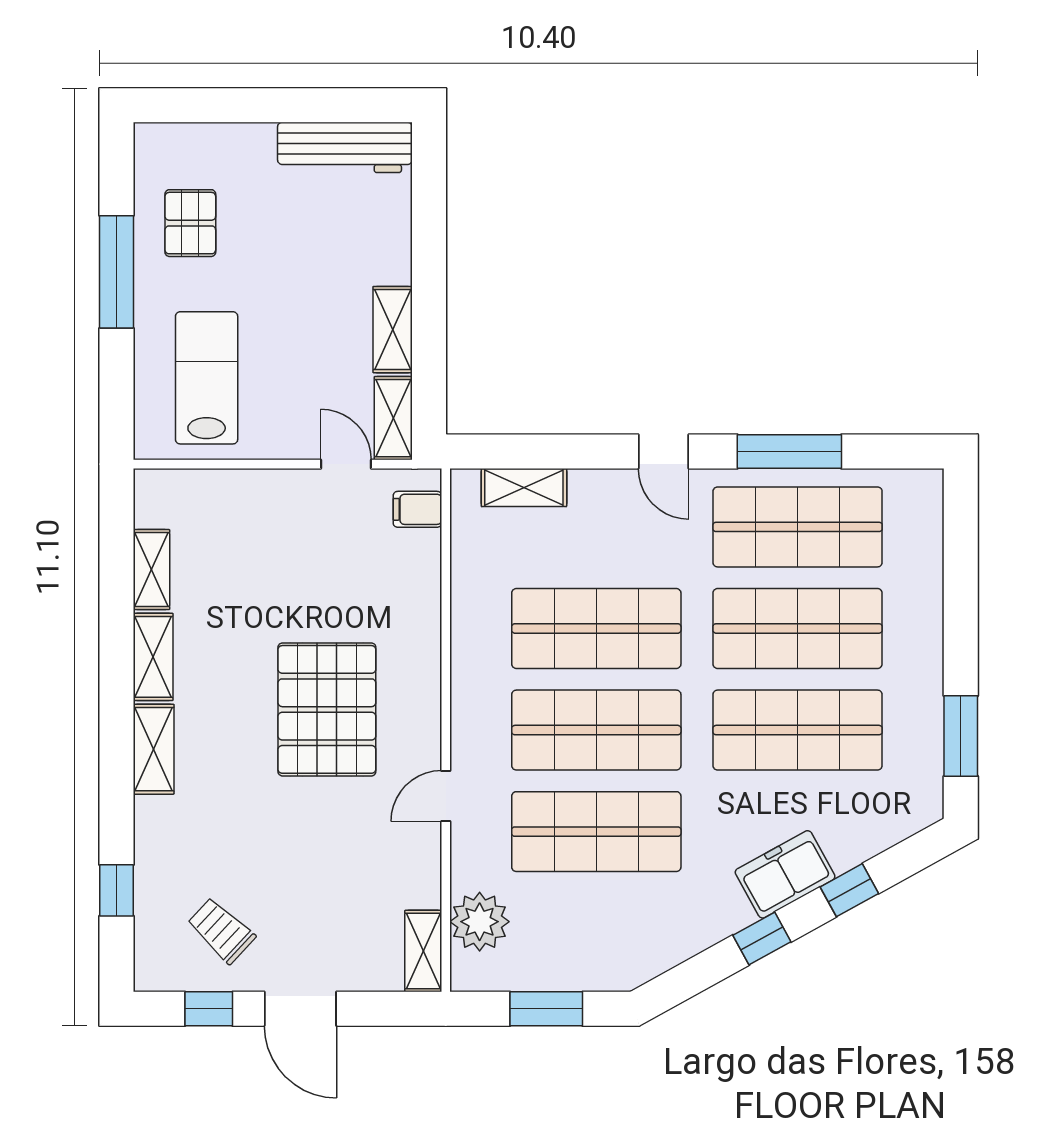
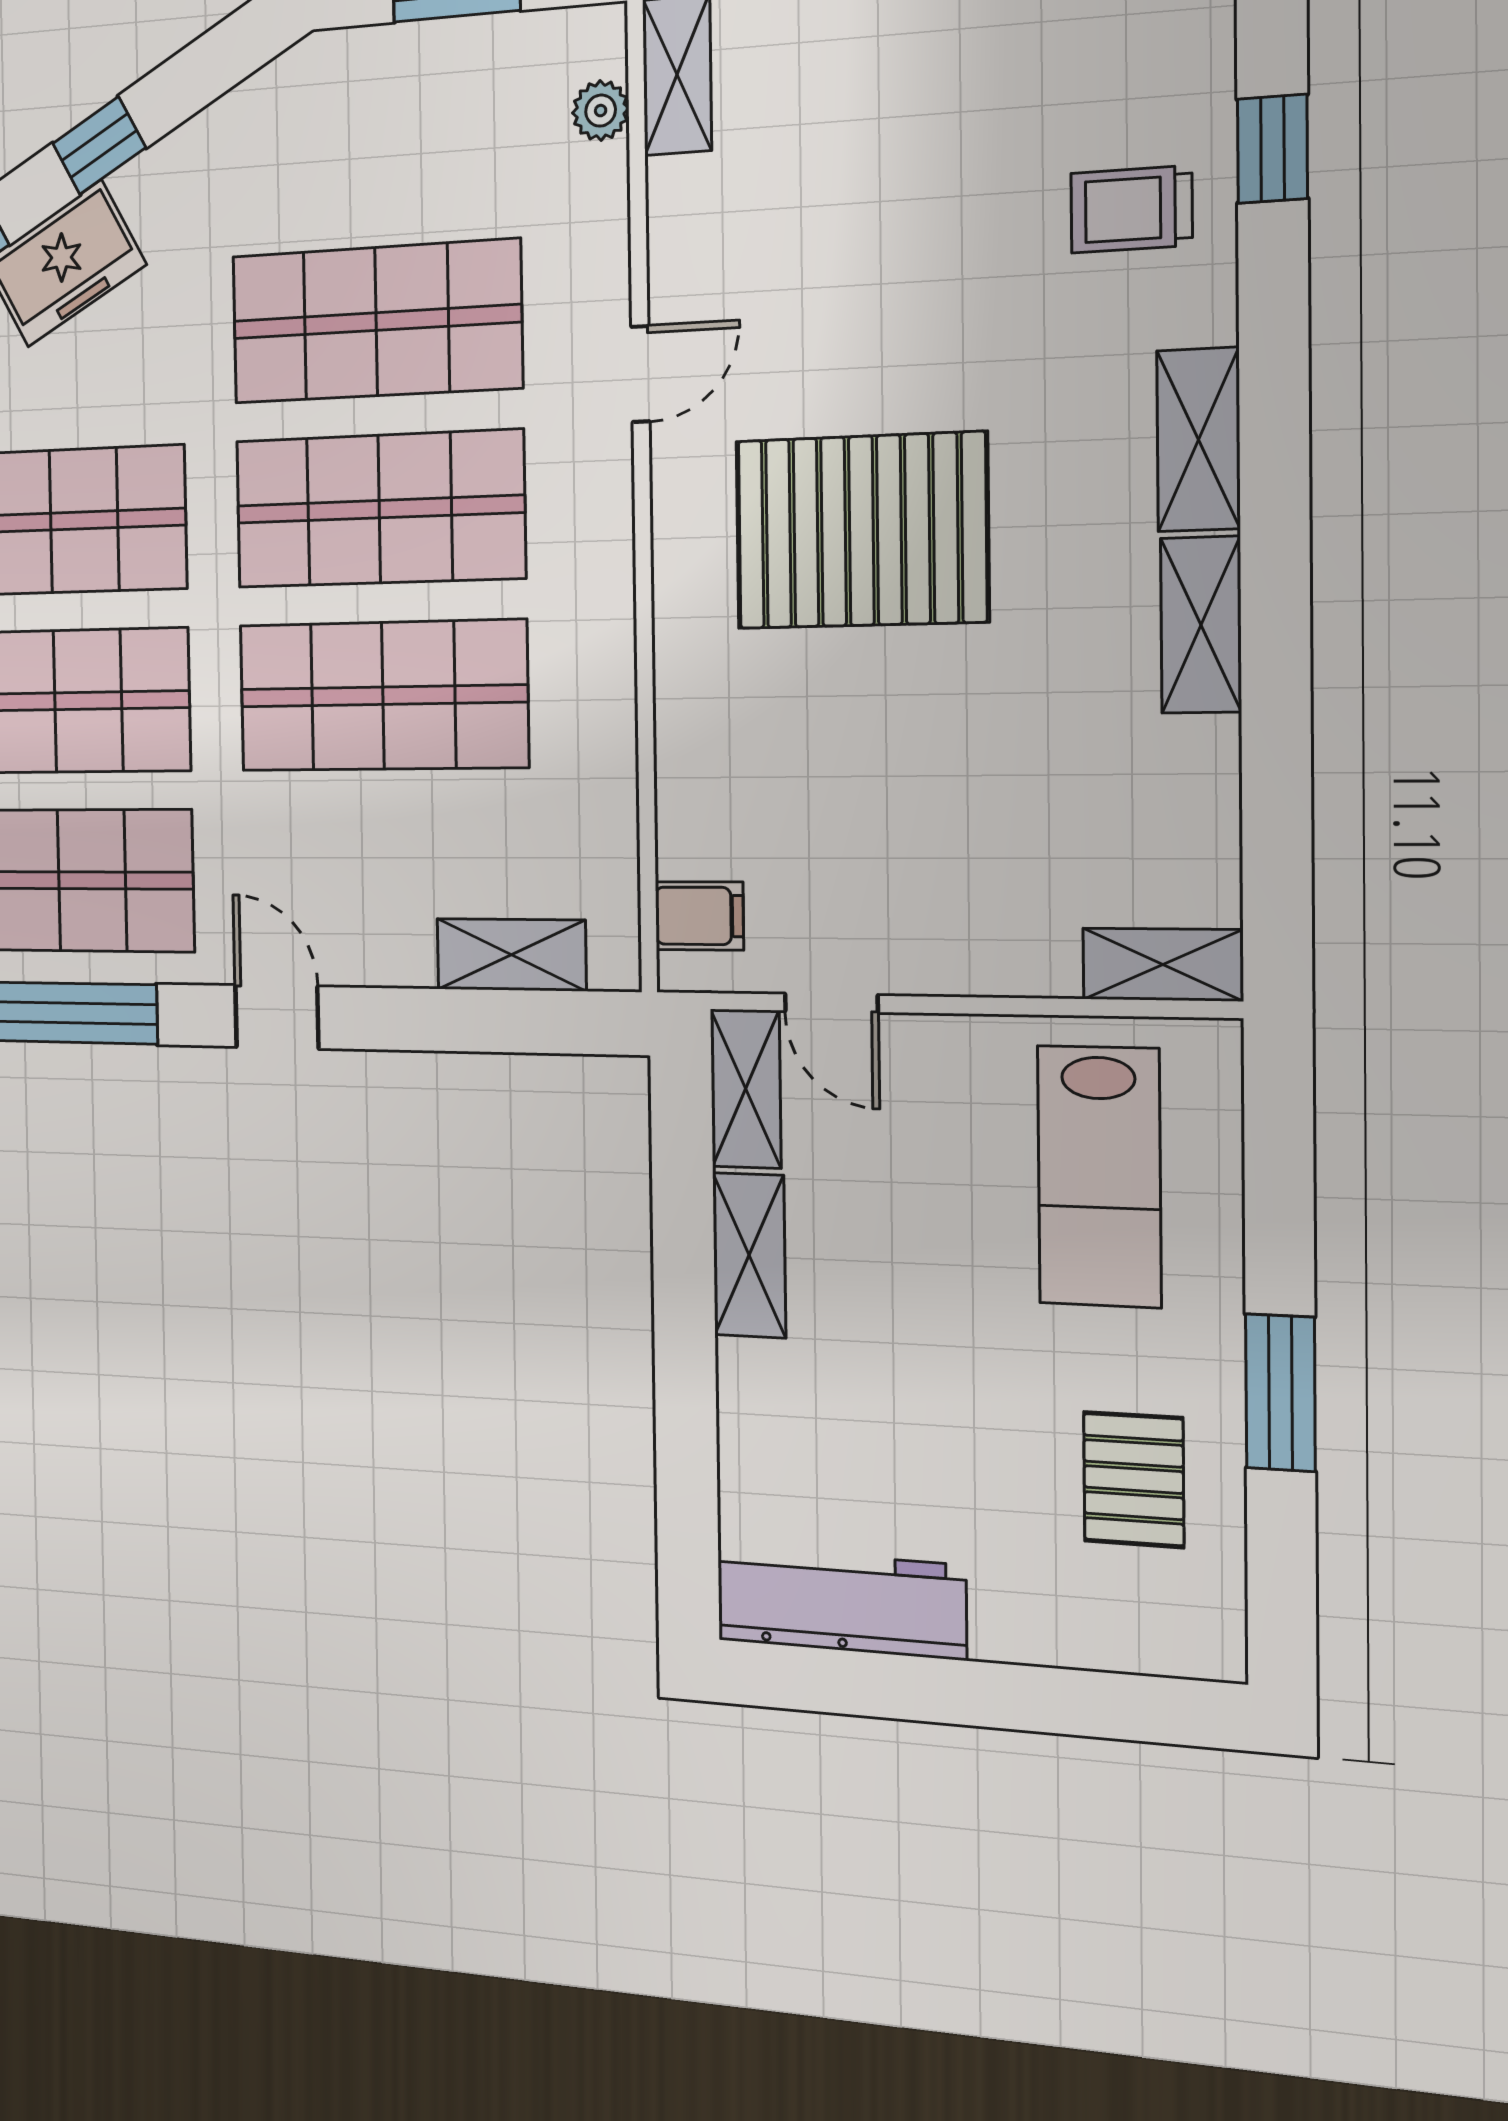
window: (117, 272) -> (1280, 1393), width x0.69
shelving: (151, 570) -> (1163, 965), moved, turned 90
pallet: (327, 709) -> (861, 531), turned 90
plant: (480, 922) -> (601, 111), width x0.53, depth x0.53
trolley: (221, 930) -> (1131, 209), moved, turned 137

